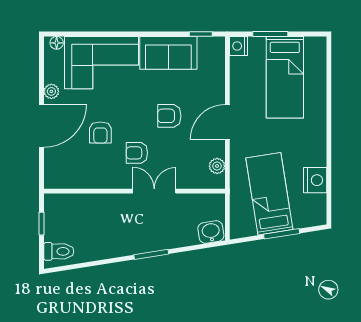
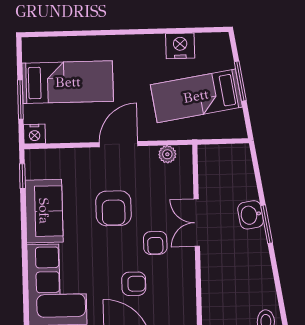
armchair: (169, 116) -> (114, 208), width x1.38, depth x1.38
door: (227, 122) -> (119, 144), swing flipped
washbasin: (211, 232) -> (251, 215), moved

